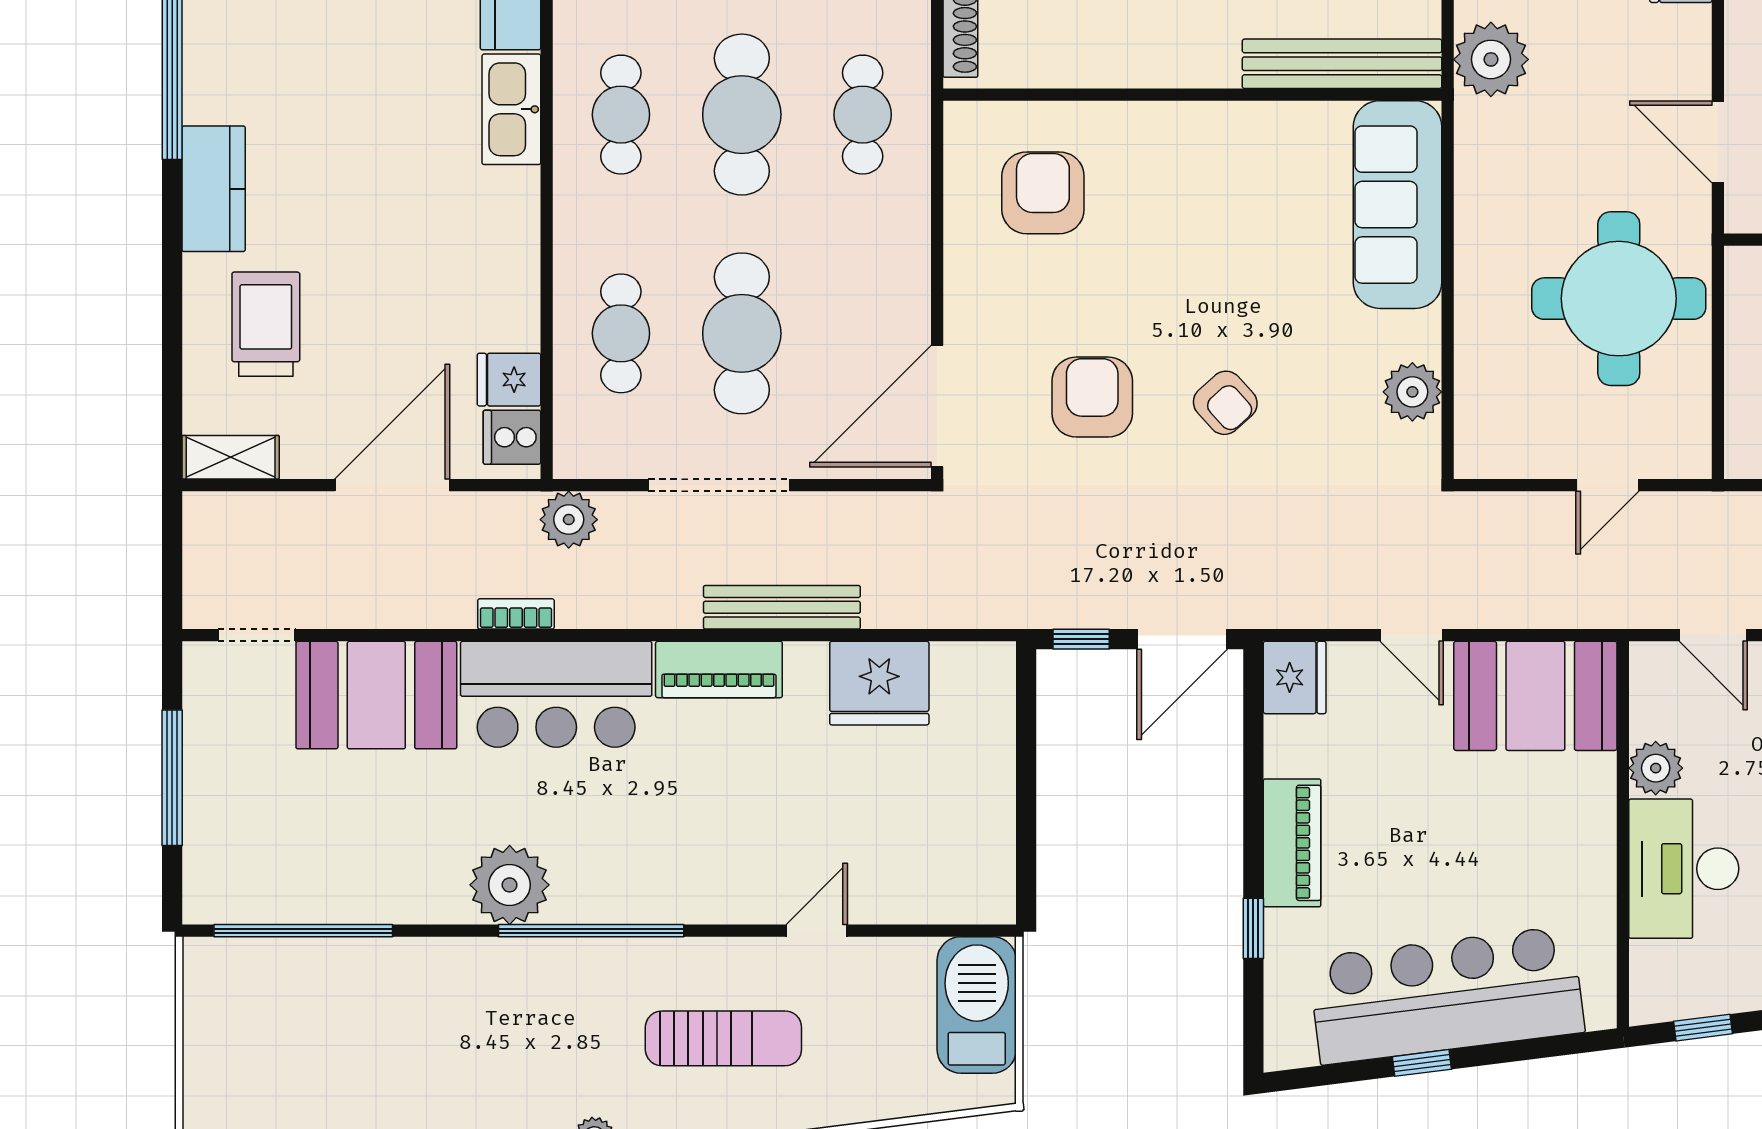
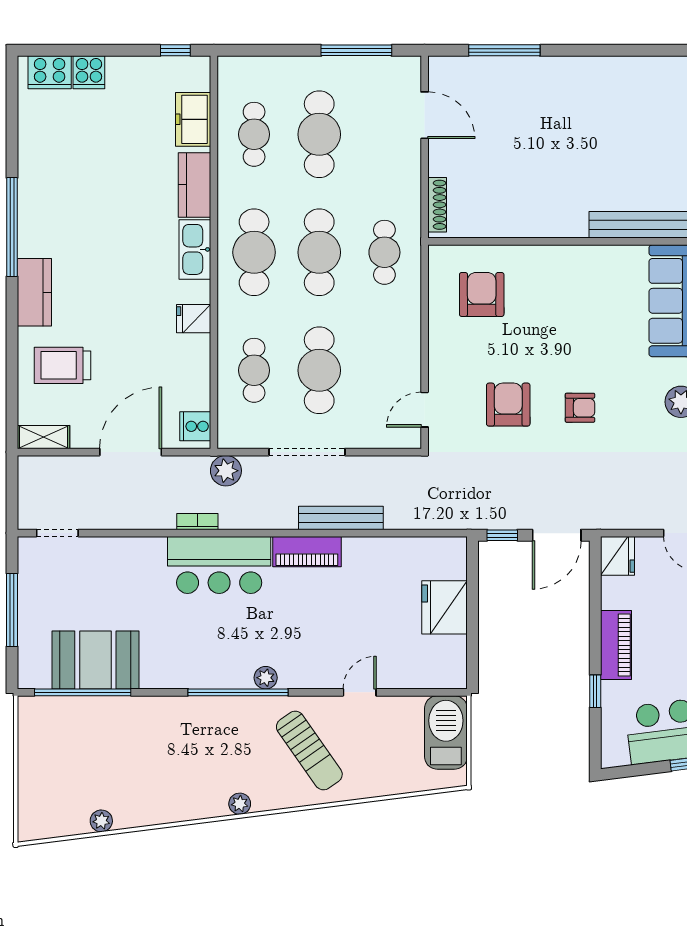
cafe table: (621, 115) -> (254, 252), width x1.37, depth x1.35
trolley: (266, 324) -> (63, 365), turned -90
fridge: (509, 380) -> (194, 319), moved
armchair: (1225, 403) -> (580, 408), turned -48
door: (937, 406) -> (425, 410), width x0.53
fridge: (879, 683) -> (445, 607), moved, turned 90
booth: (376, 695) -> (95, 660), moved
plant: (510, 885) -> (266, 678), moved, width x0.53, depth x0.53
sun lounger: (723, 1038) -> (309, 751), turned 55

